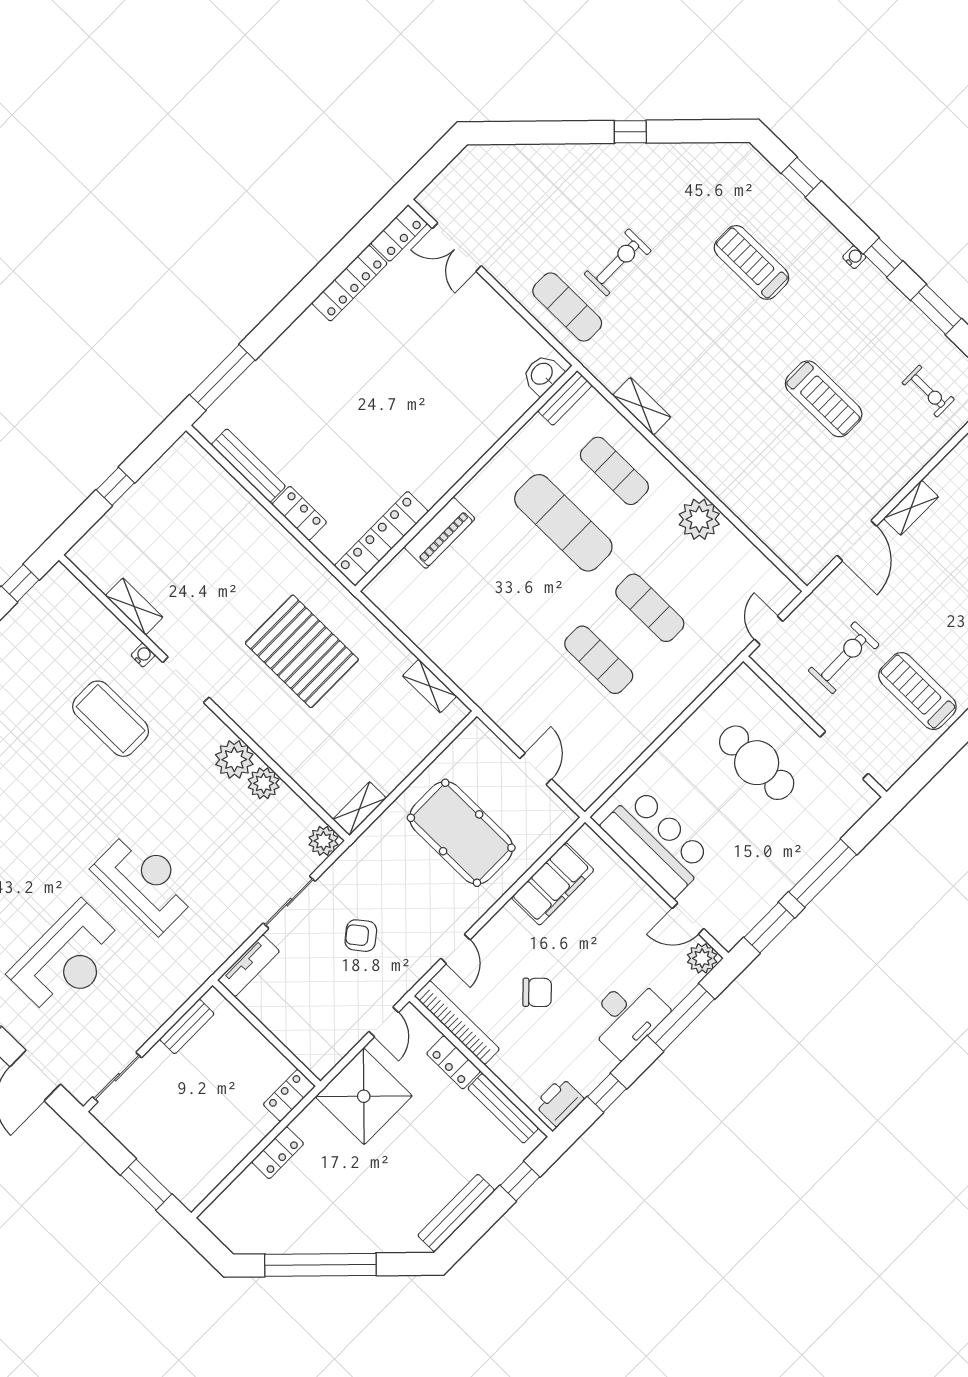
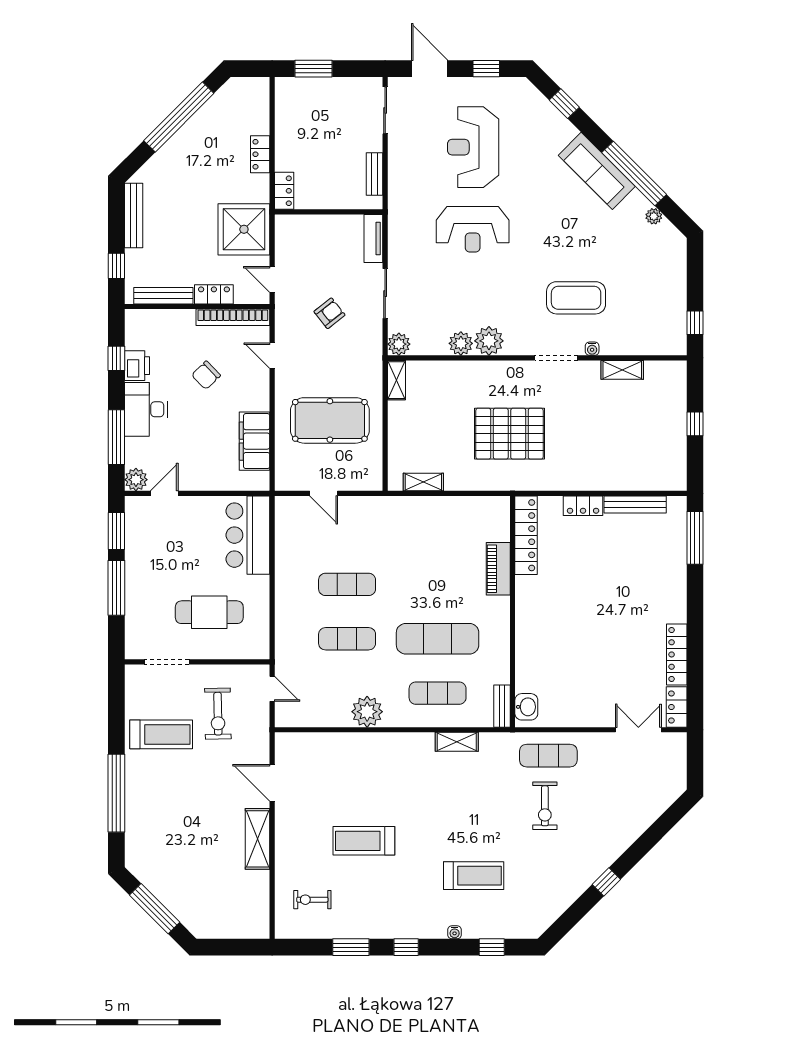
water cooler: (854, 257) -> (455, 932), moved
shelving: (911, 508) -> (257, 839), width x1.50, depth x1.33
bar counter: (657, 842) -> (248, 535), moved, turned 90
printer: (559, 1102) -> (137, 366), moved

